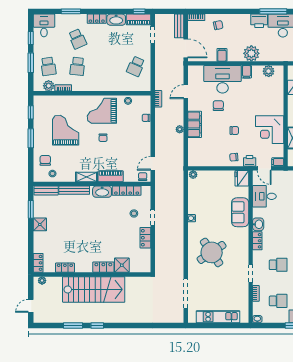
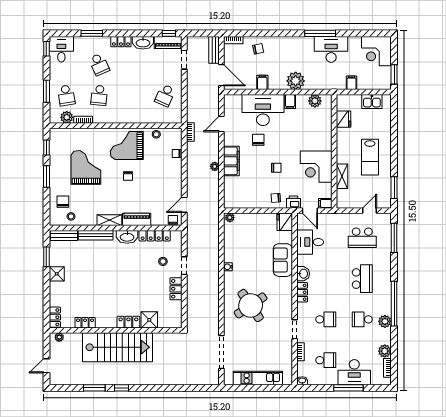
printer: (259, 21) -> (304, 44), removed
window: (31, 38) -> (46, 49), moved

